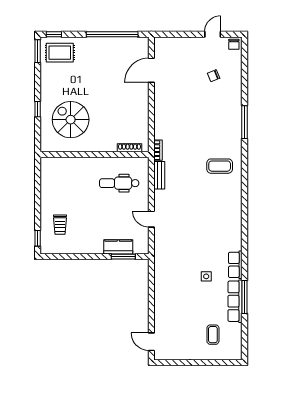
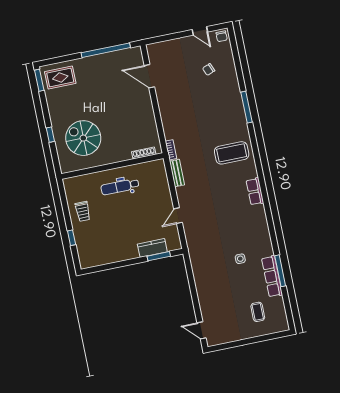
window: (54, 34) -> (51, 61), removed
door: (213, 34) -> (200, 31), swing flipped
door: (151, 70) -> (149, 76), hinge flipped
coffee table: (220, 166) -> (232, 153), width x1.36, depth x1.32
dental chair: (119, 183) -> (120, 187), moved
door: (151, 219) -> (178, 216), hinge flipped
trolley: (60, 225) -> (83, 211), moved
window: (38, 238) -> (72, 238), moved
row of seats: (235, 265) -> (255, 191), moved

